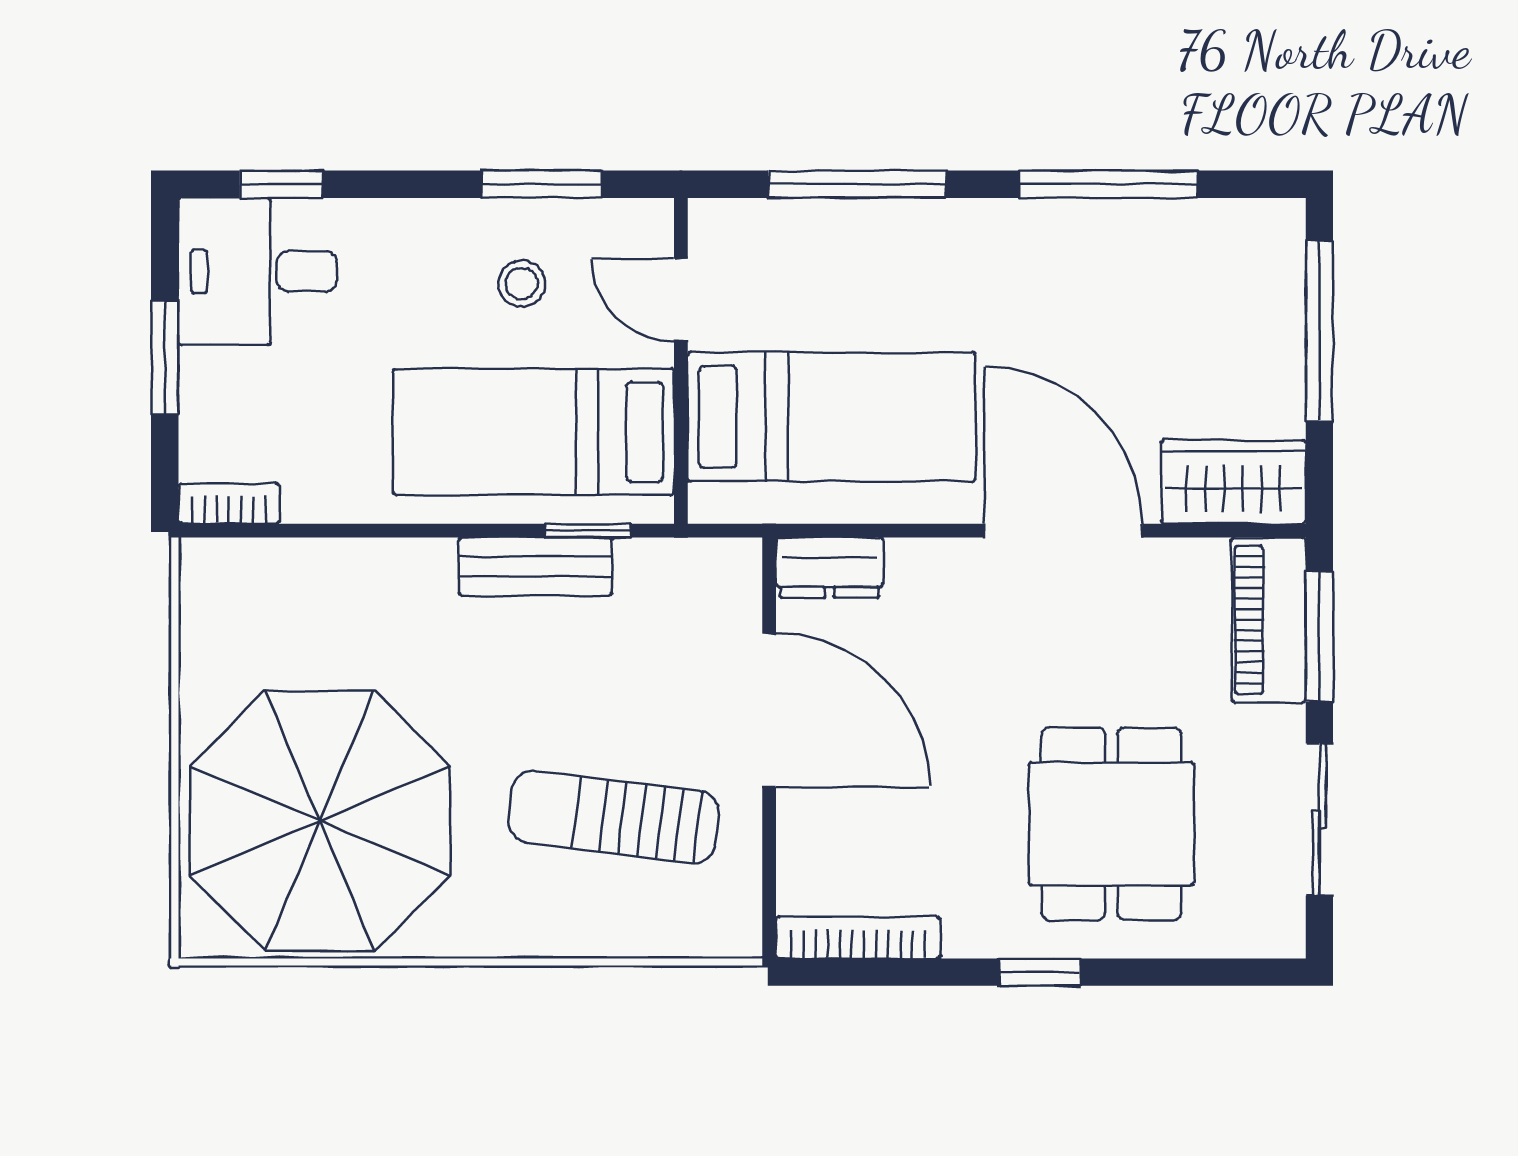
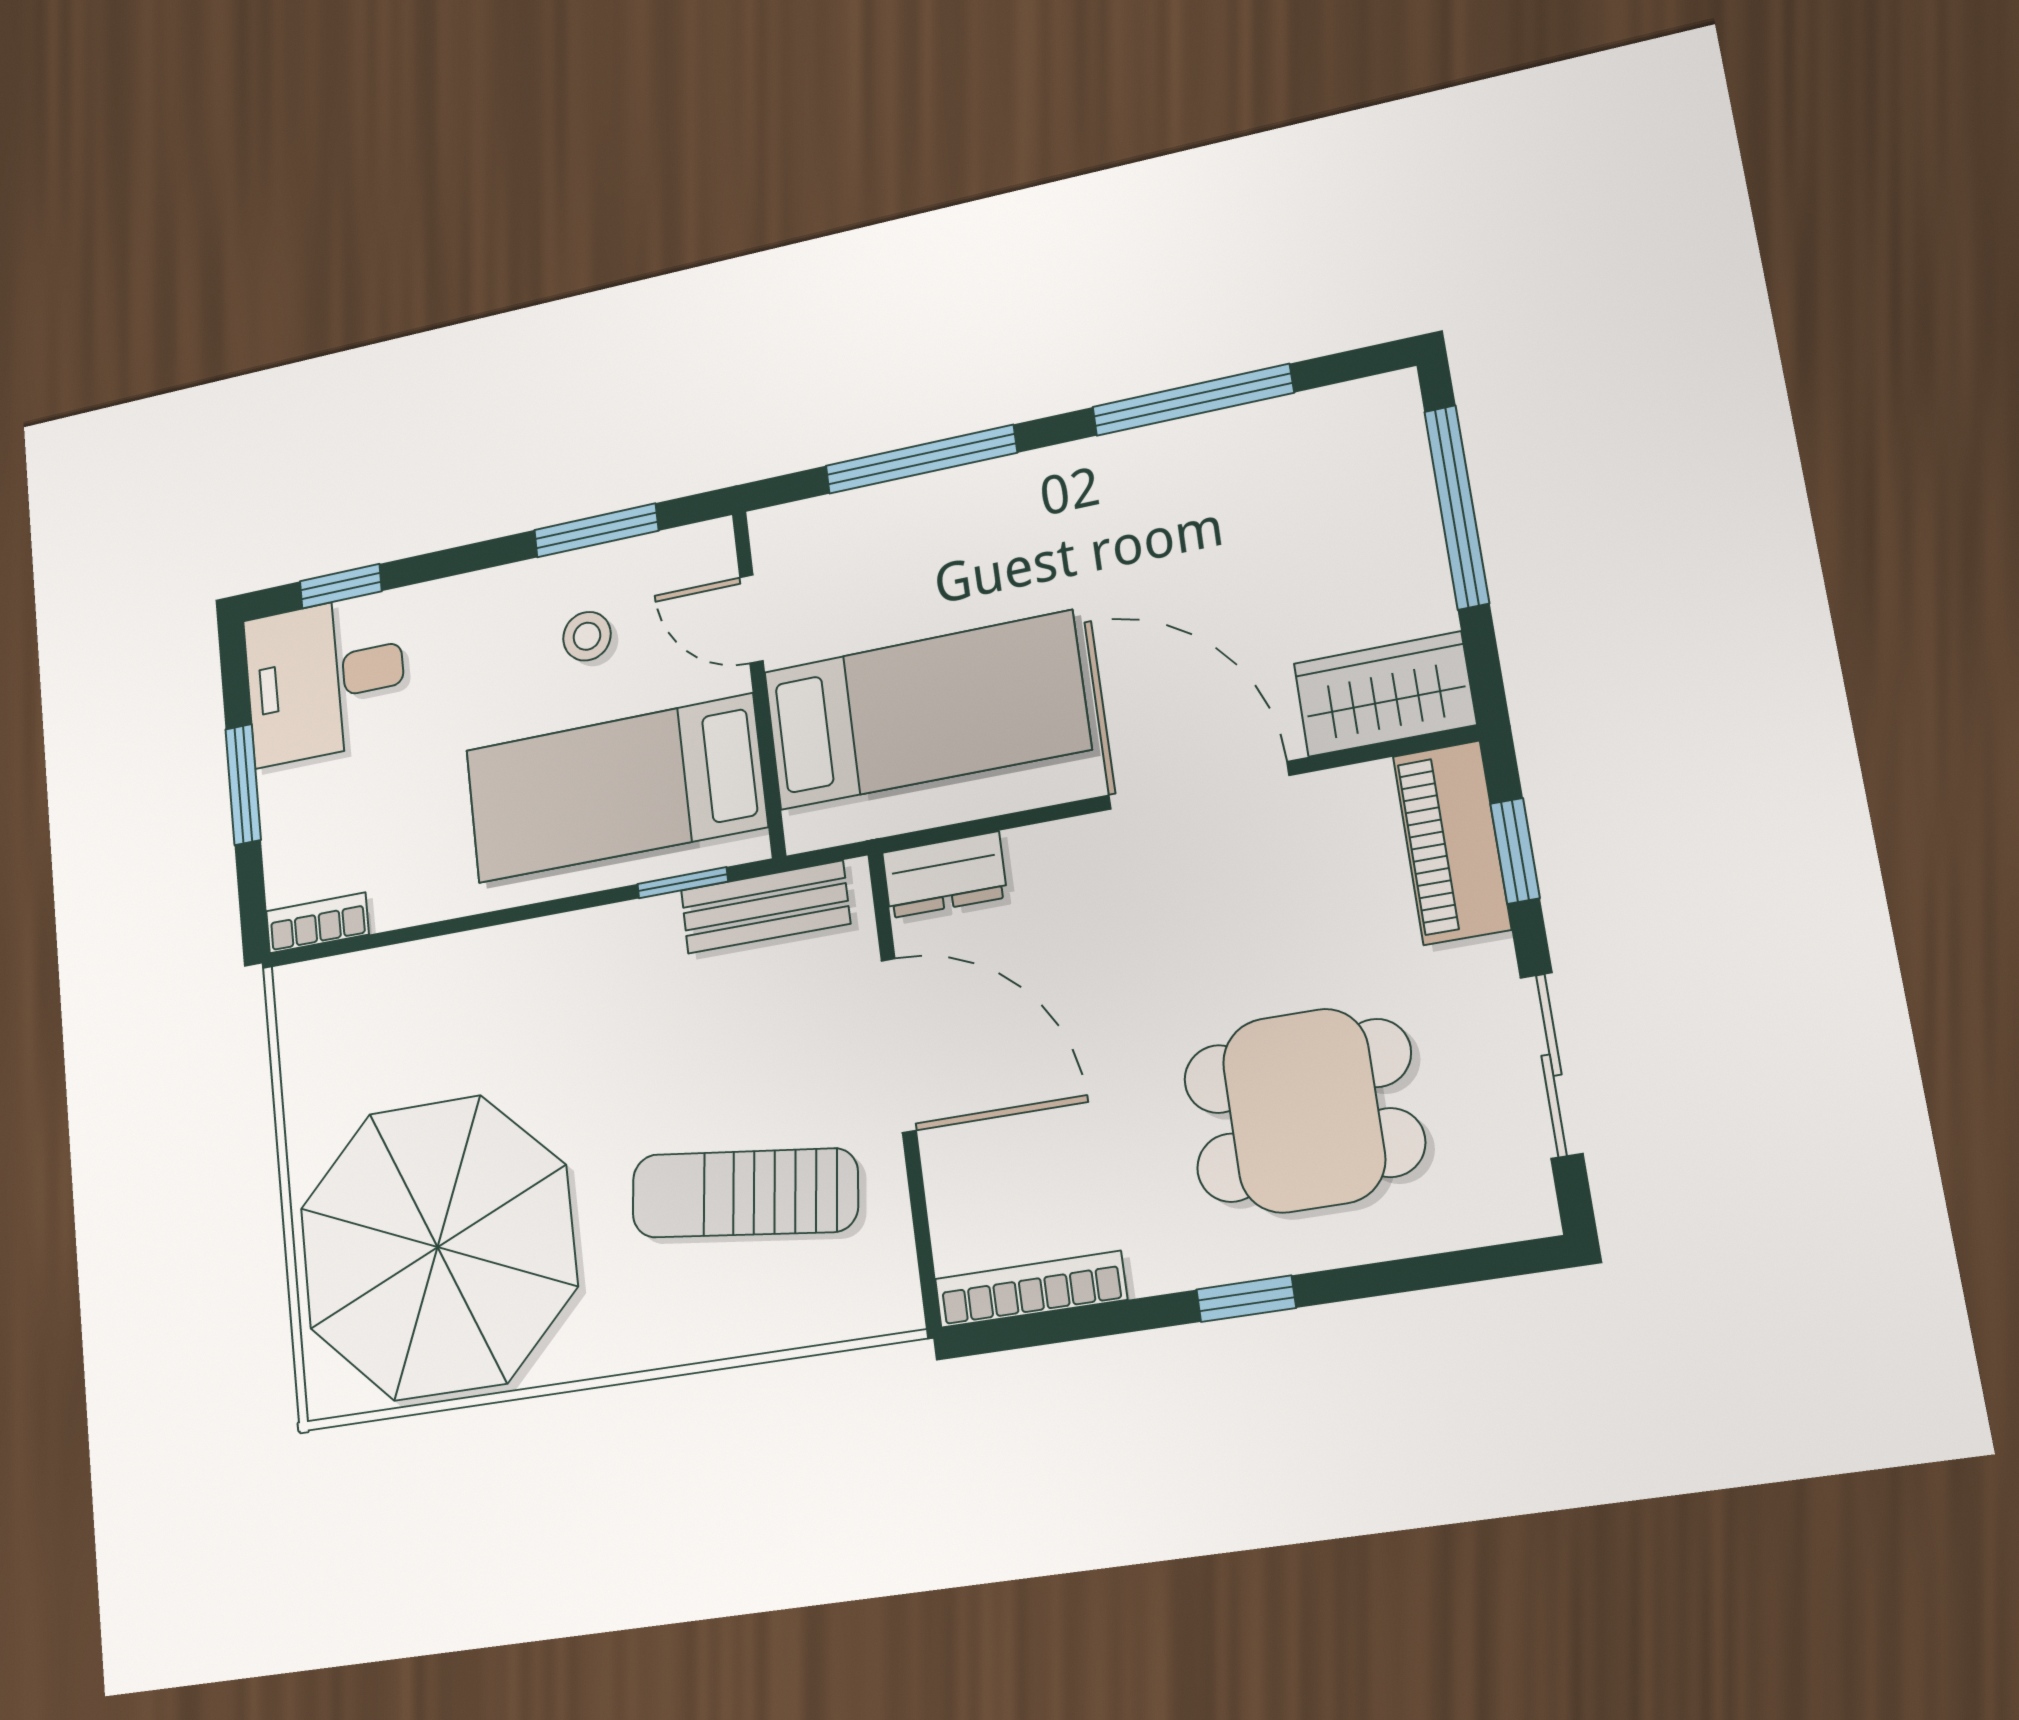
bench: (536, 567) -> (765, 907), moved
window: (1319, 637) -> (1515, 851), width x0.67
dining table: (1111, 824) -> (1304, 1111), turned 90

